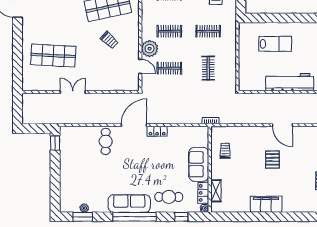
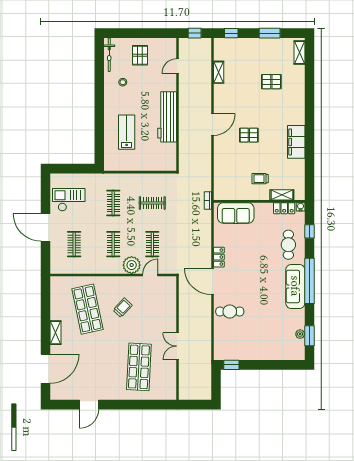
trolley: (225, 151) -> (260, 179), moved
sofa: (199, 164) -> (236, 213), moved

